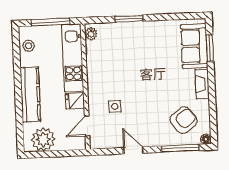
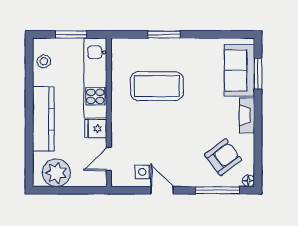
window: (51, 22) -> (71, 34), width x0.69
plant: (91, 34) -> (118, 50), removed
coffee table: (125, 63) -> (157, 86), added
side table: (115, 106) -> (142, 172), moved

